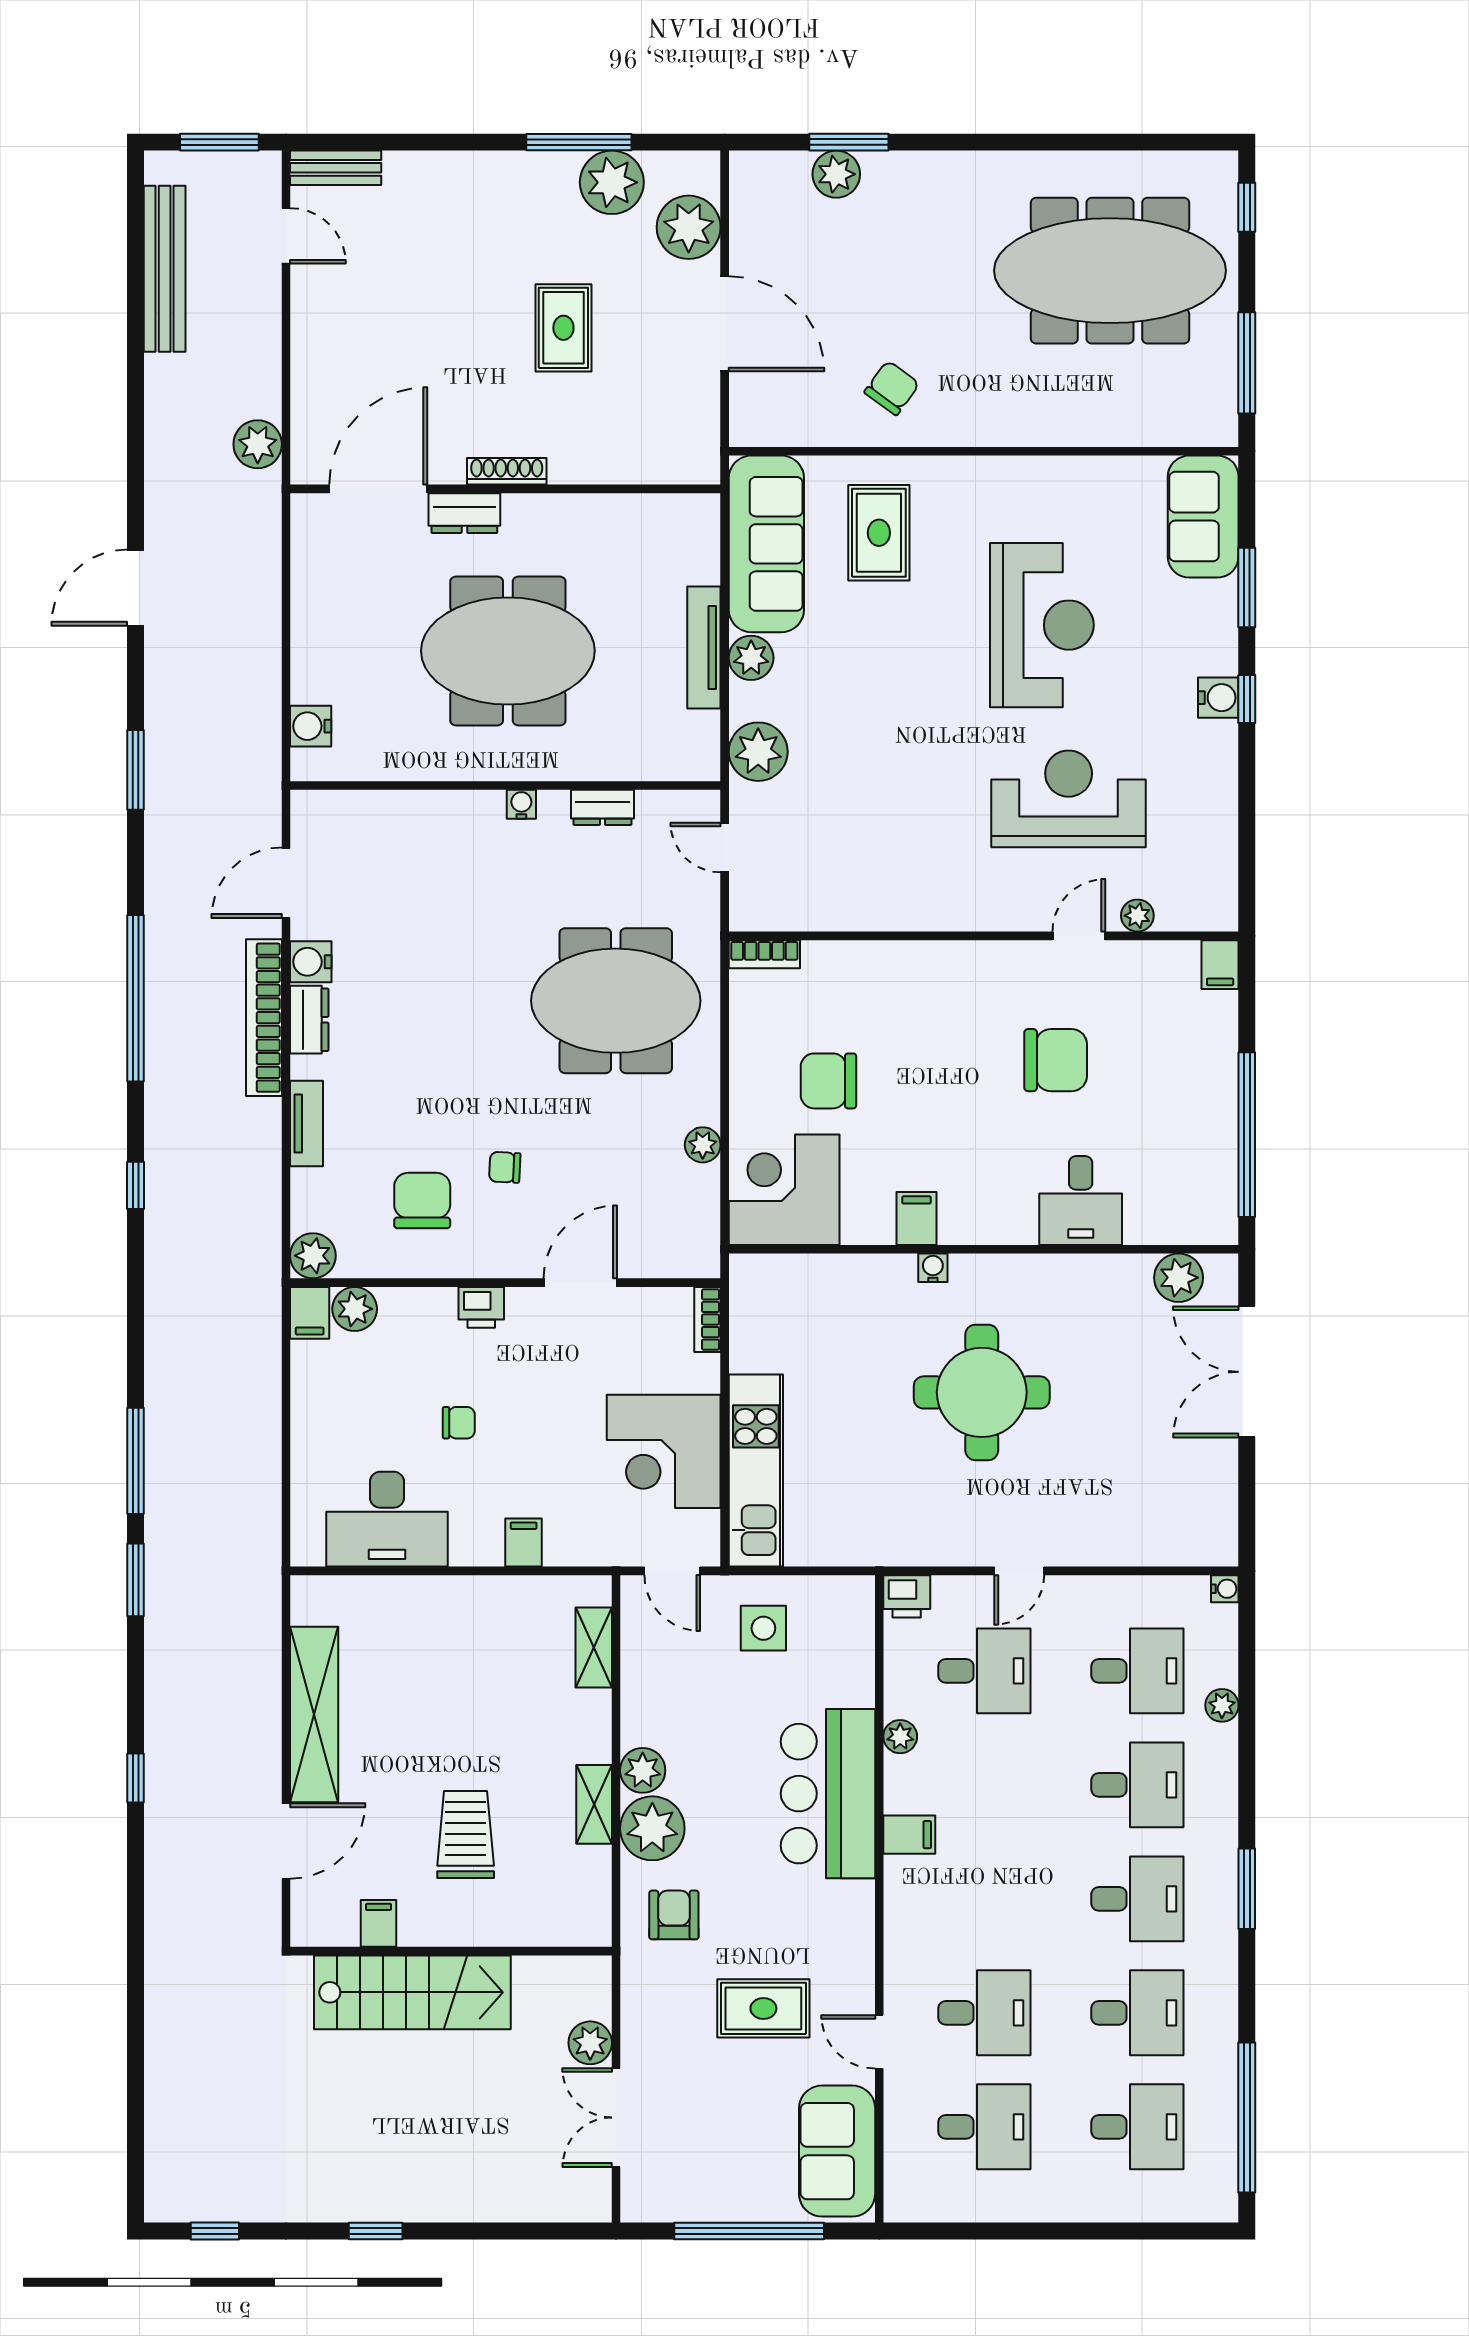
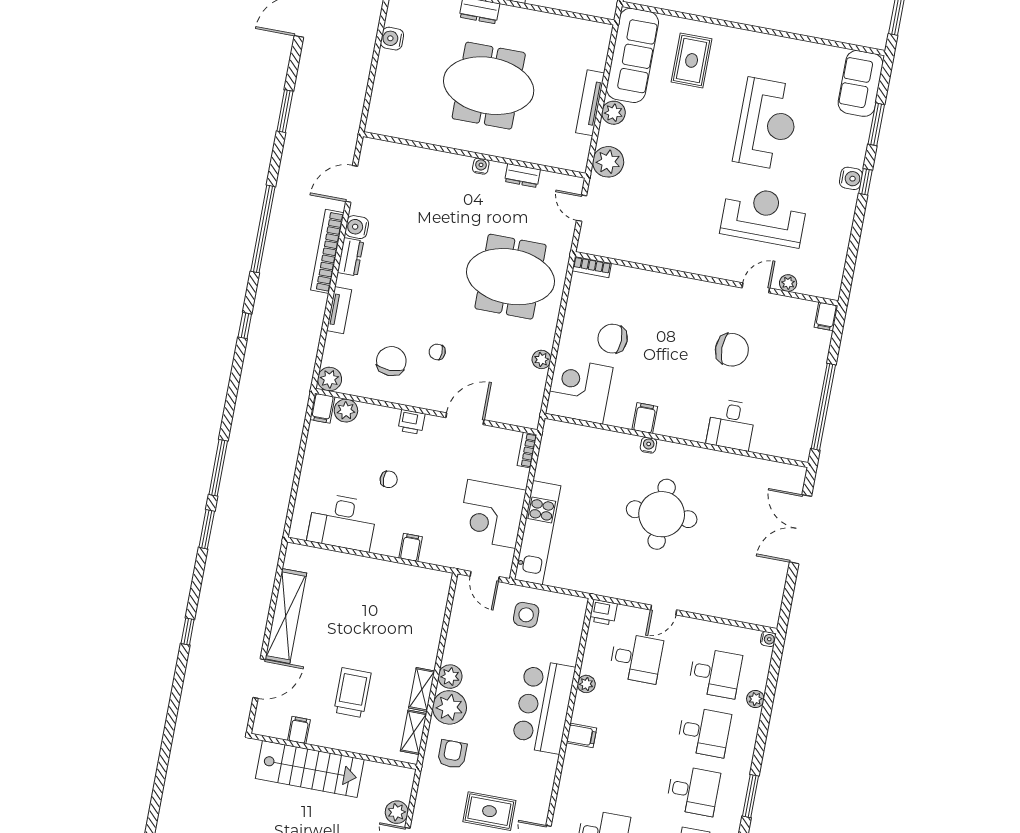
water cooler: (311, 726) -> (392, 39), moved
plant: (1179, 1278) -> (774, 474), removed
shelving: (594, 1648) -> (414, 732), moved

